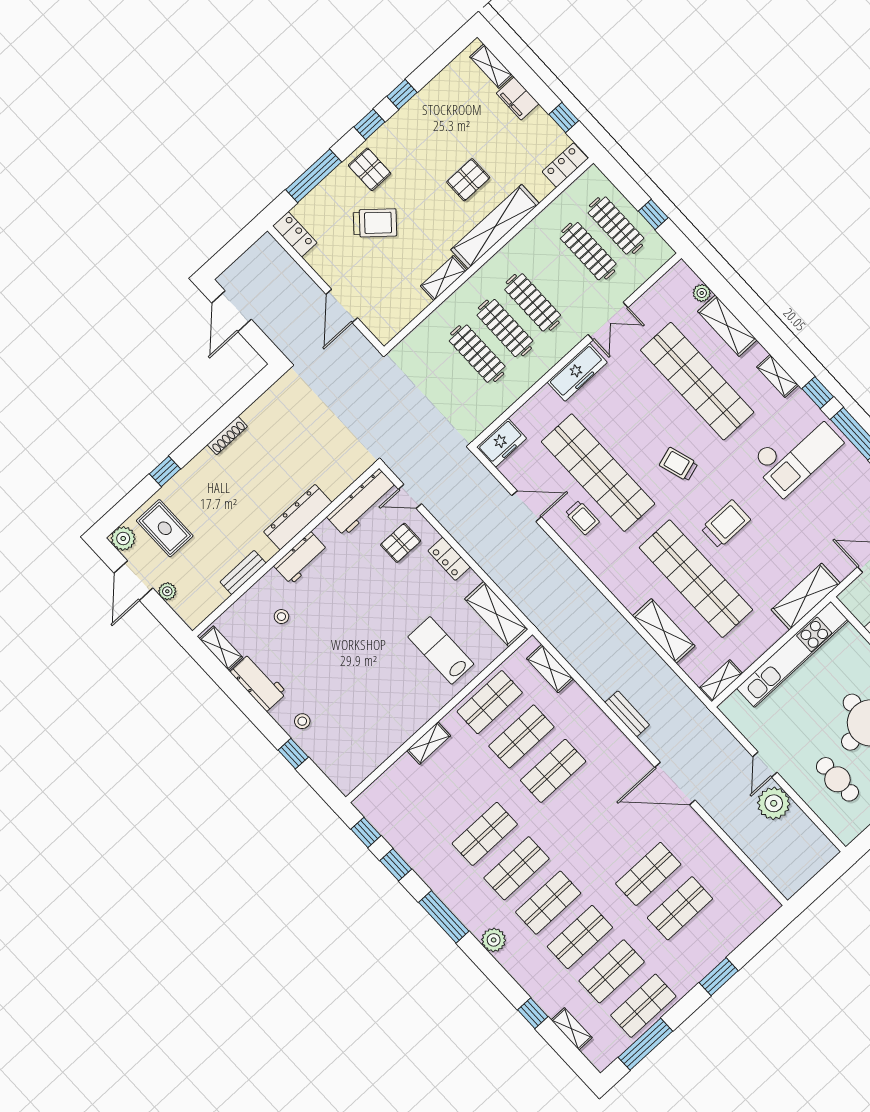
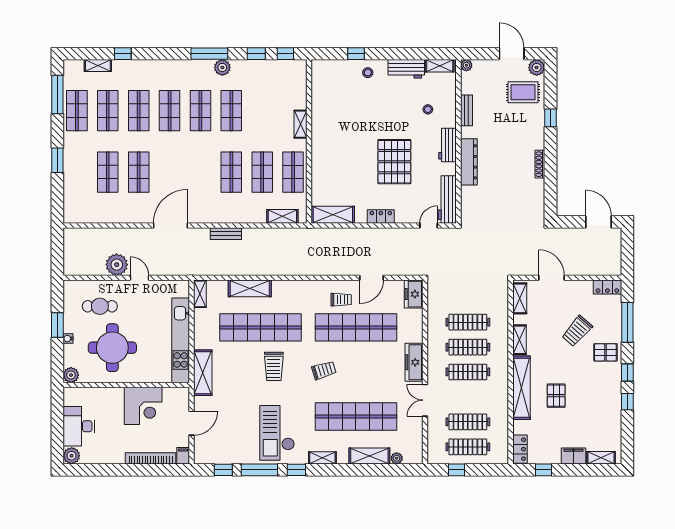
shelving: (397, 320) -> (520, 298), added
trolley: (582, 518) -> (341, 300), turned 180
pallet: (401, 543) -> (394, 162), moved, width x2.05, depth x2.00
plant: (167, 591) -> (466, 65), moved
lab bench: (441, 650) -> (340, 172), removed
plant: (494, 940) -> (222, 67), moved

